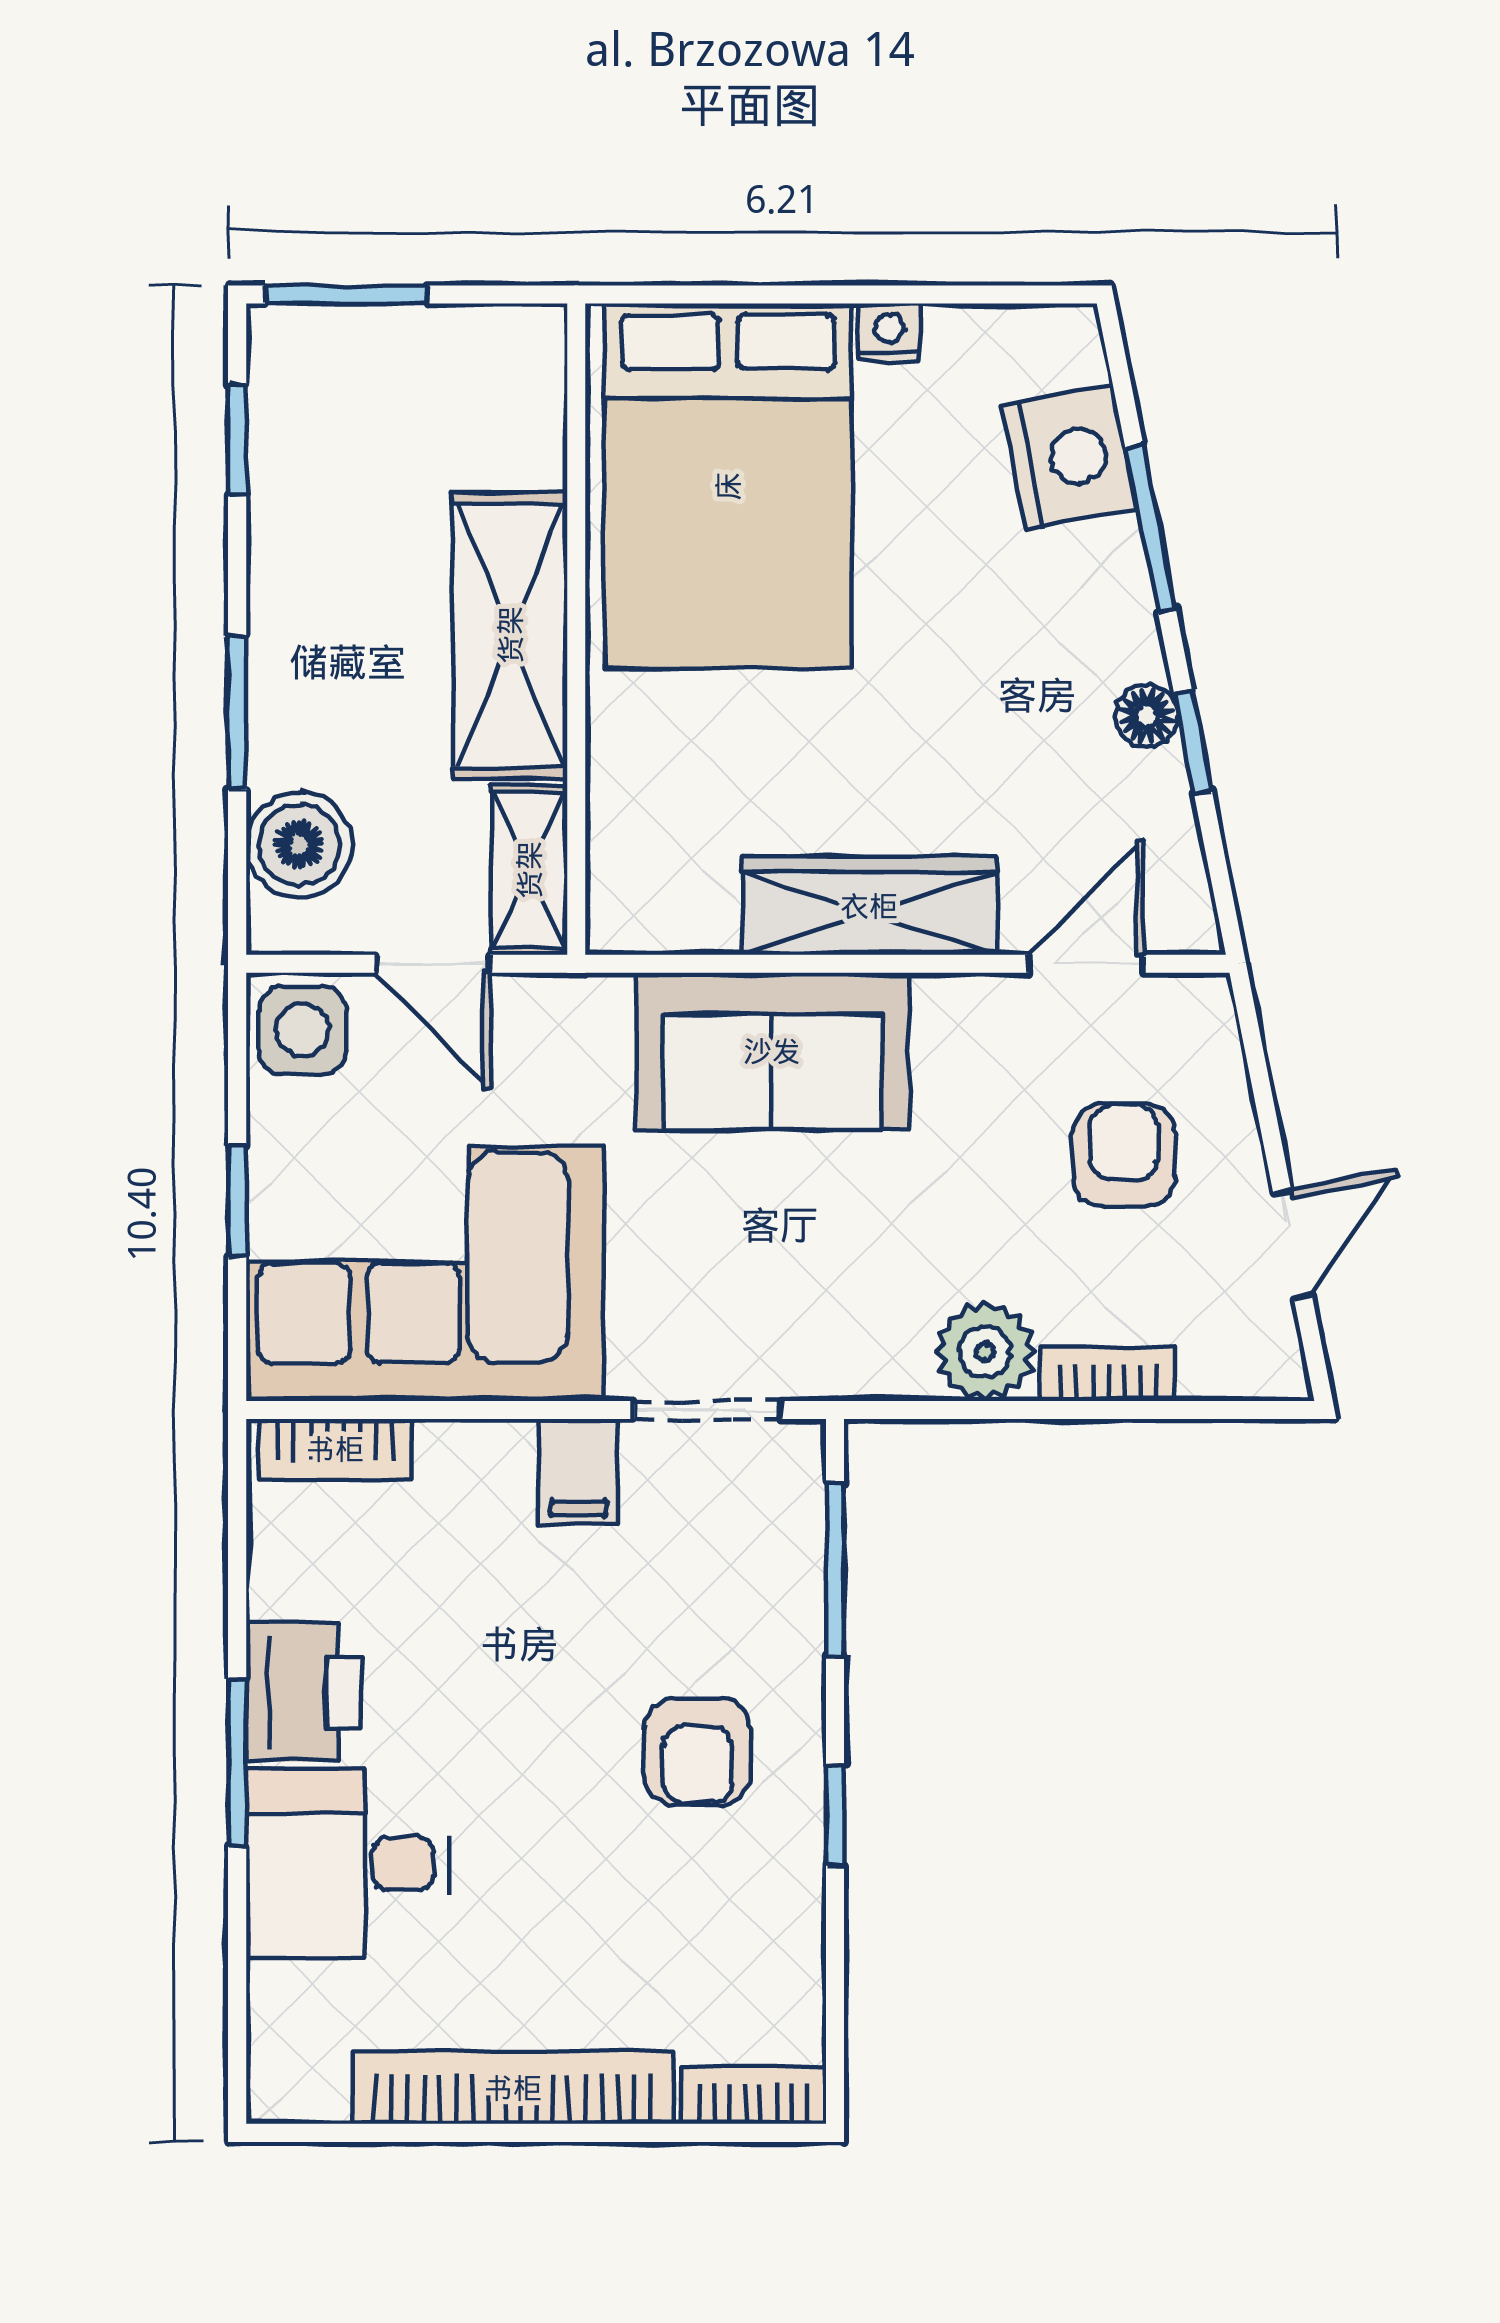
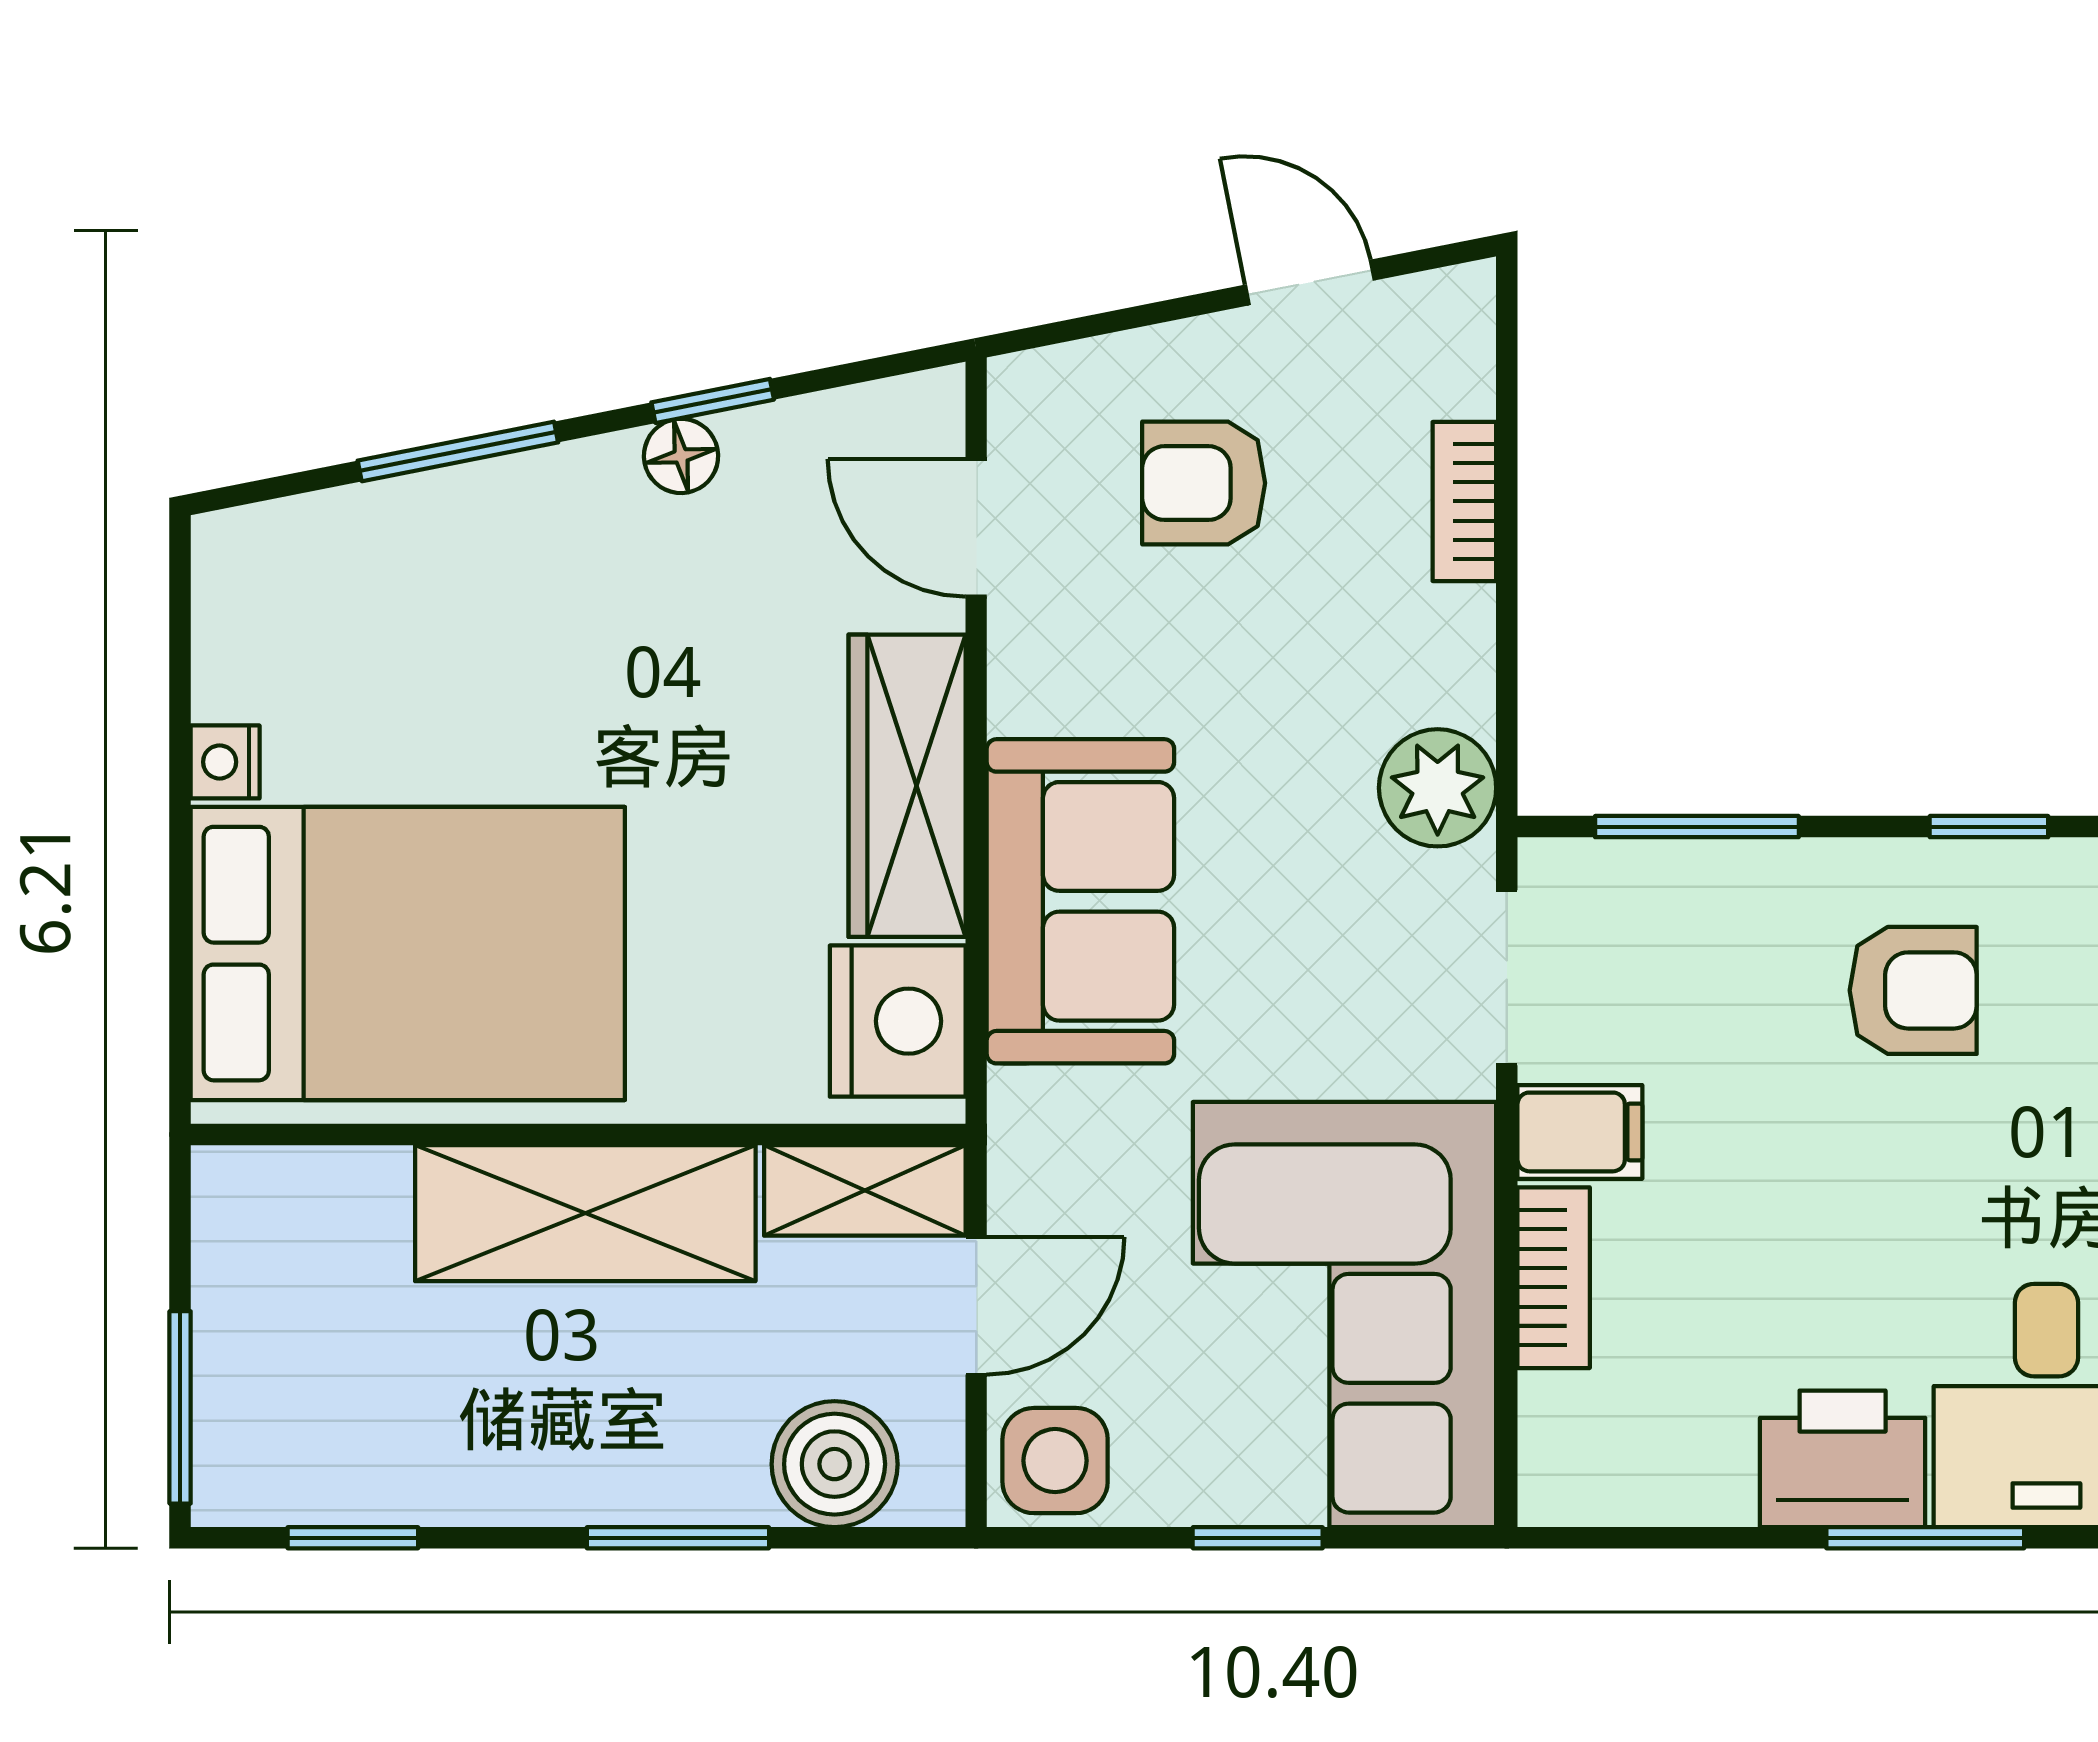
nightstand: (1069, 458) -> (898, 1021), moved, turned 101
plant: (985, 1352) -> (1438, 788), moved
bookcase: (335, 1449) -> (1554, 1278), moved

